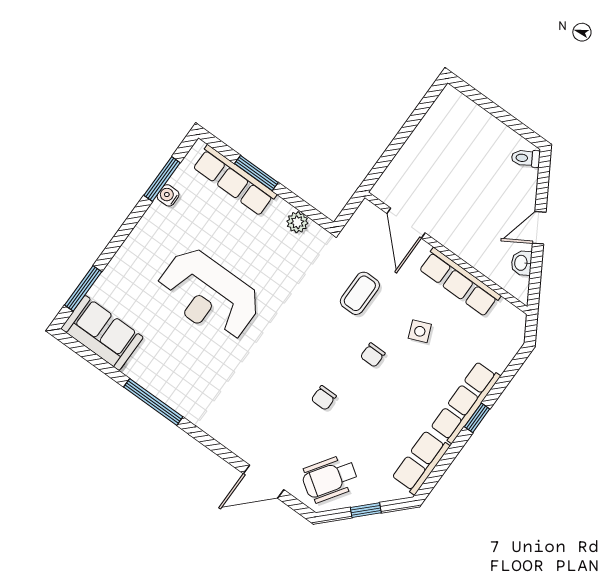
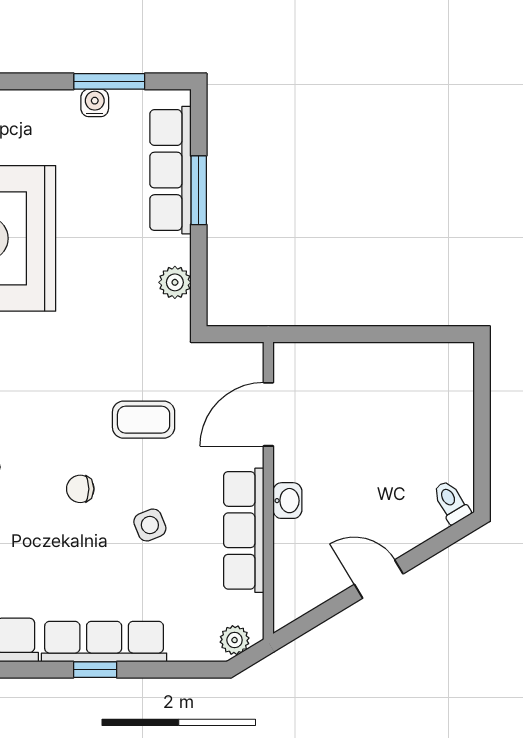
washbasin: (521, 263) -> (287, 501), moved, turned 121
plant: (516, 330) -> (235, 640), added

